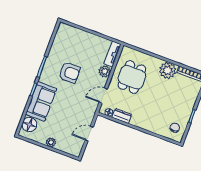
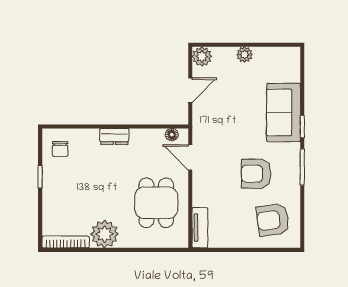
armchair: (70, 43) -> (273, 220), added
plant: (105, 71) -> (202, 56), moved
door: (103, 96) -> (190, 157), swing flipped
dresser: (122, 116) -> (114, 136), moved
floor lamp: (29, 125) -> (288, 70), removed

